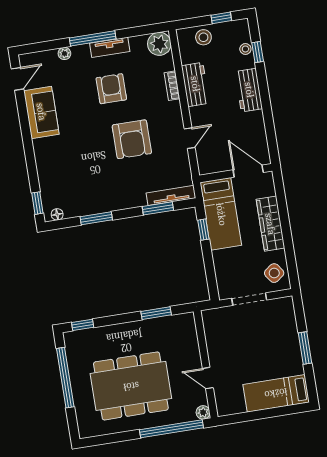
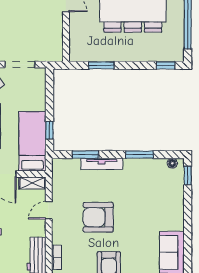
armchair: (132, 139) -> (98, 217), turned -90
shelving: (213, 166) -> (32, 183), added
tv unit: (171, 195) -> (102, 164), moved

